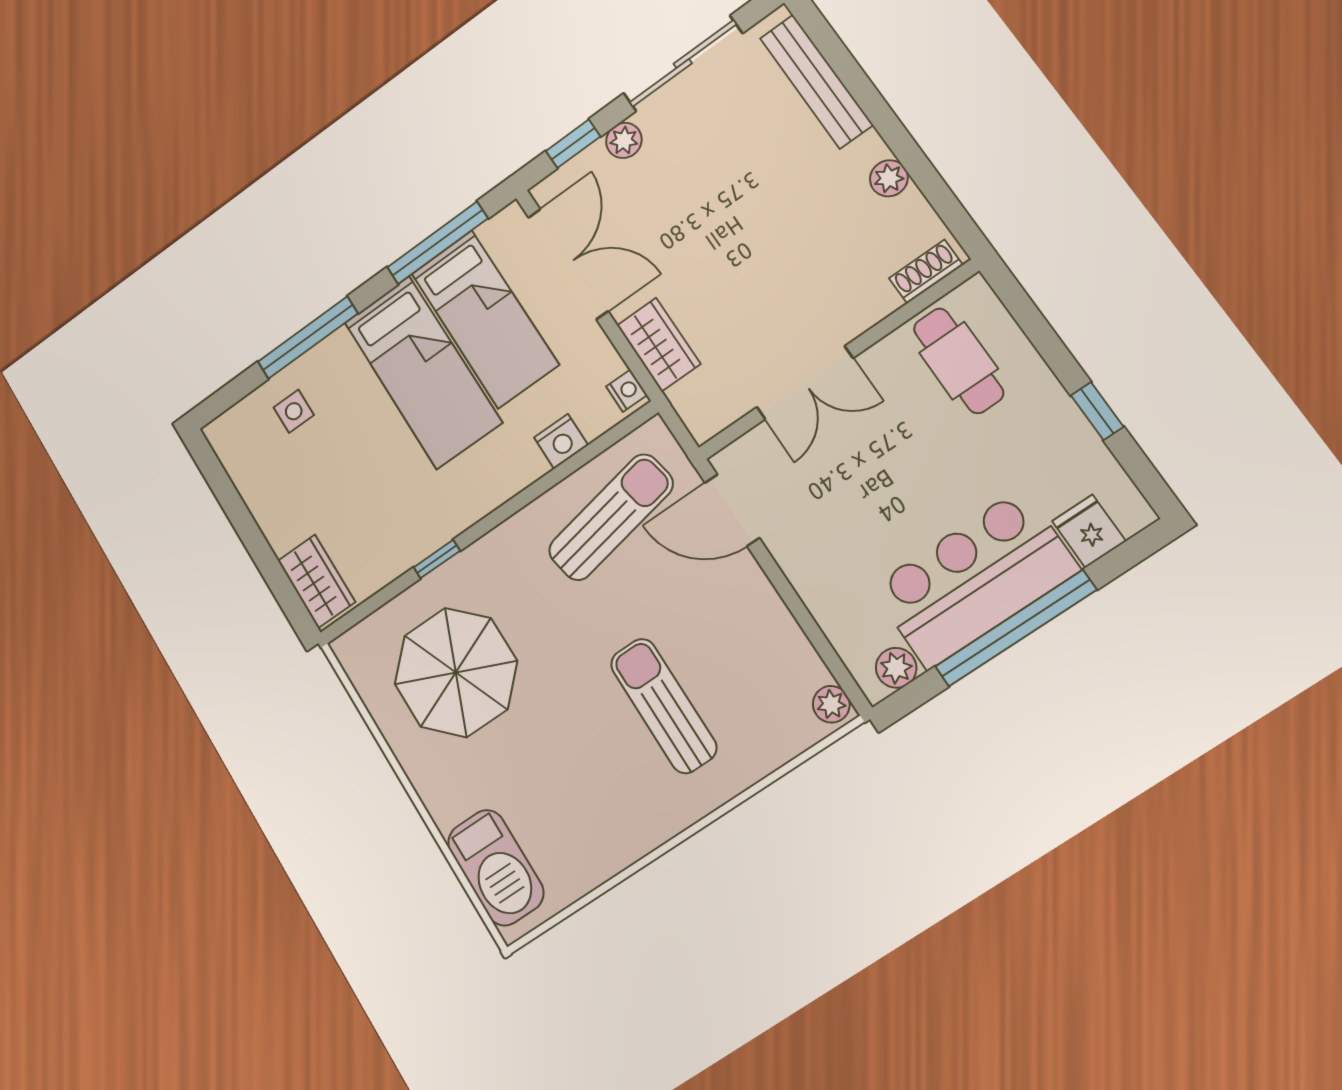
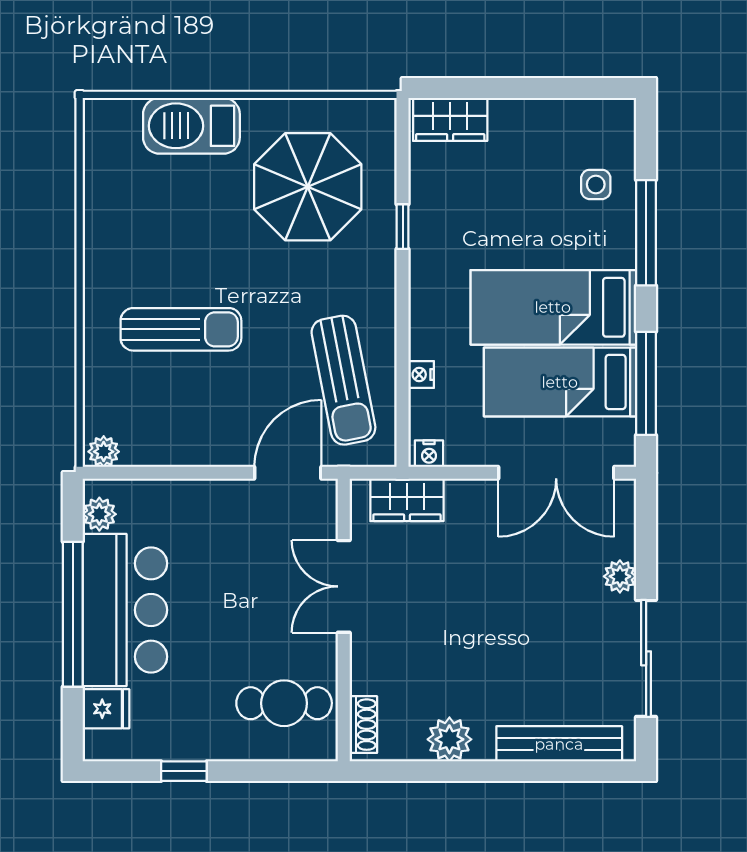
window: (573, 144) -> (646, 537), removed
plant: (889, 178) -> (449, 739), width x1.38, depth x1.38
wardrobe: (659, 345) -> (407, 500), moved
nightstand: (561, 441) -> (421, 375), width x0.72, depth x0.74
barbecue: (496, 868) -> (191, 126), moved

